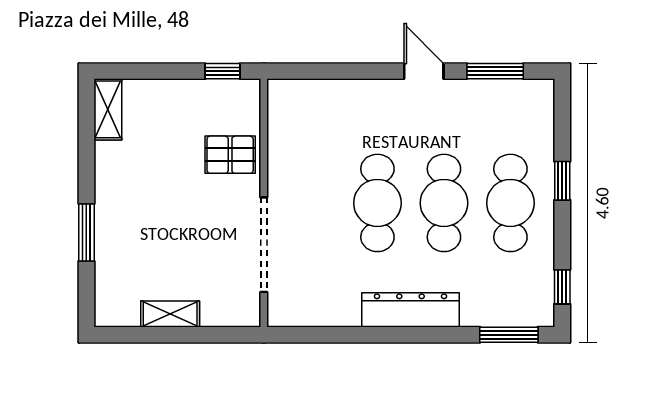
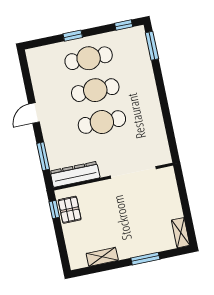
window: (495, 71) -> (43, 156), moved
shelving: (108, 109) -> (102, 257), moved
pallet: (230, 155) -> (70, 210), moved
dresser: (410, 310) -> (75, 174), moved, turned 90
shelving: (170, 314) -> (181, 233), moved

